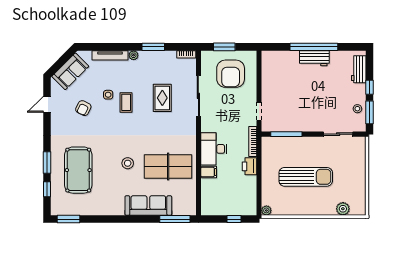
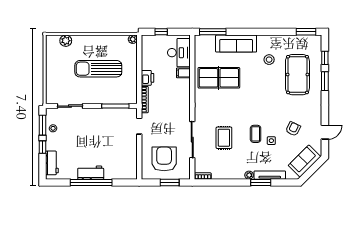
window: (153, 47) -> (261, 182), moved
desk: (214, 149) -> (179, 53), moved
stool: (128, 163) -> (269, 60), moved

